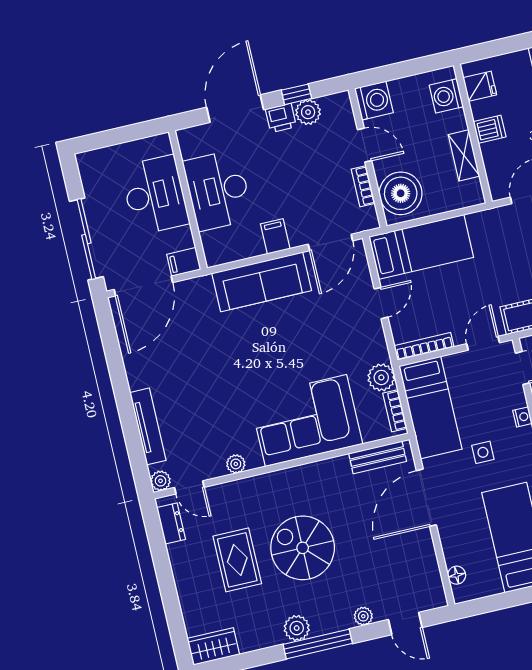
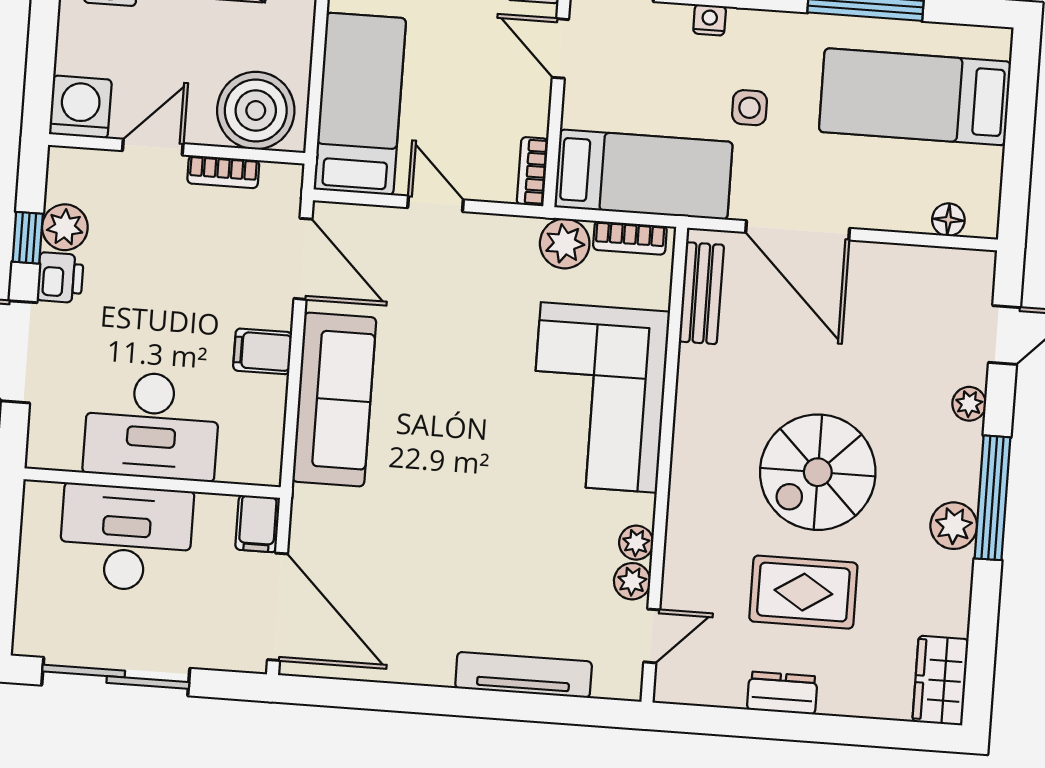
sliding door: (86, 239) -> (116, 677), moved
bookcase: (424, 346) -> (532, 172), width x0.64
plant: (160, 481) -> (632, 581), moved
dresser: (171, 524) -> (782, 693), moved

